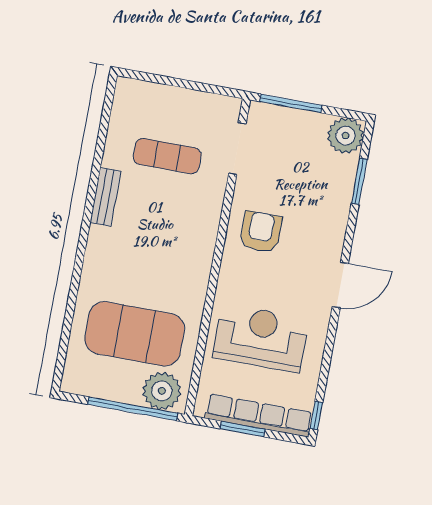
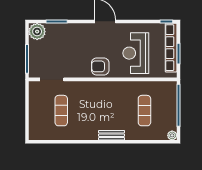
bench: (105, 197) -> (112, 135), moved
armchair: (261, 232) -> (100, 66), moved
exercise mat: (135, 334) -> (144, 111), width x0.50, depth x0.69
plant: (162, 391) -> (172, 135), moved, width x0.53, depth x0.53

